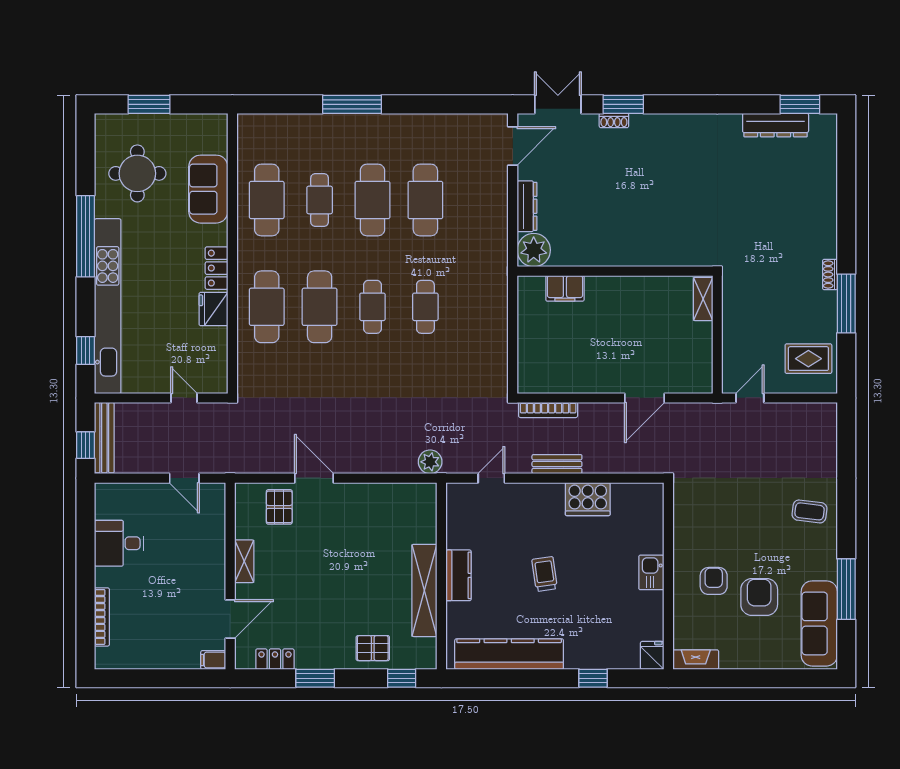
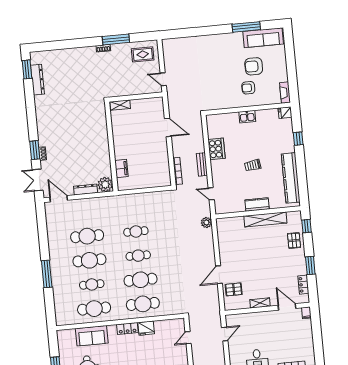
rug: (808, 359) -> (143, 54), turned 90
coffee table: (810, 511) -> (212, 47), removed

